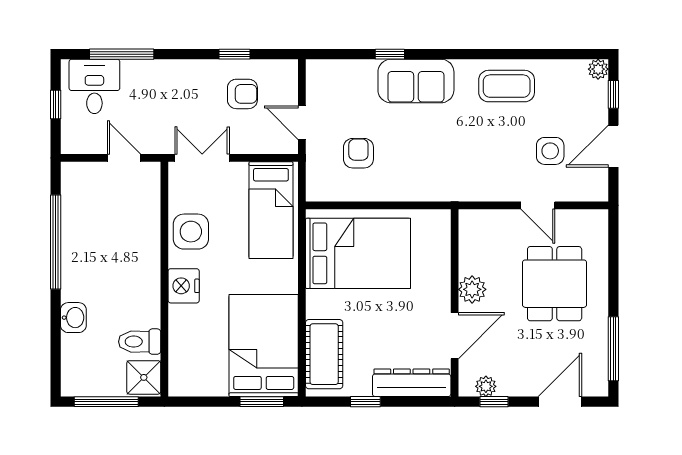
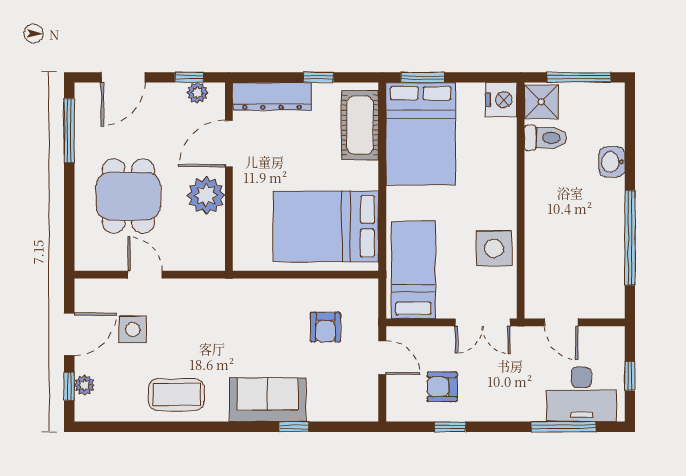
plant: (598, 69) -> (84, 385), moved
desk: (94, 86) -> (581, 394), width x1.37
nightstand: (184, 286) -> (501, 100), moved
plant: (472, 289) -> (206, 195), width x1.36, depth x1.36

